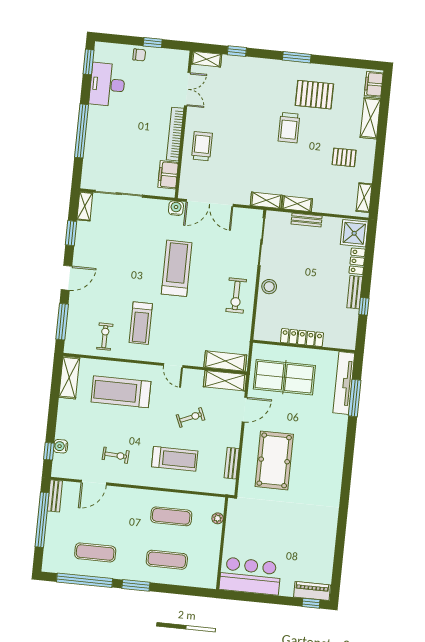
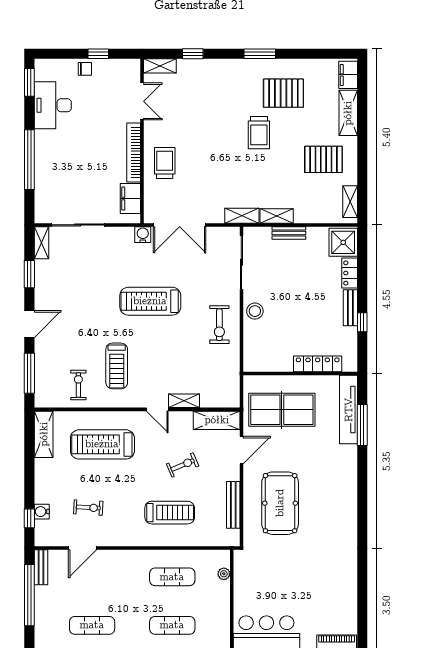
pallet: (344, 157) -> (323, 159), width x1.50, depth x1.42
treadmill: (177, 268) -> (150, 301), turned -90
locker: (302, 338) -> (318, 364), moved
shelving: (225, 361) -> (184, 401), moved, width x0.67, depth x0.75
exercise bike: (116, 455) -> (88, 508), moved
bench: (232, 463) -> (233, 505), width x1.36

